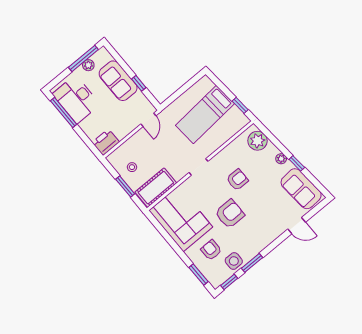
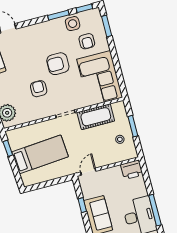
armchair: (237, 180) -> (39, 89), turned 90
cot: (156, 188) -> (96, 117), moved

